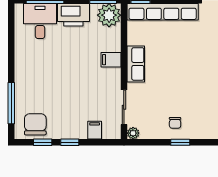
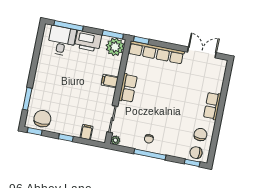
window: (11, 103) -> (27, 99), width x0.69
window: (43, 142) -> (35, 131), moved
window: (180, 142) -> (150, 154), width x2.17

